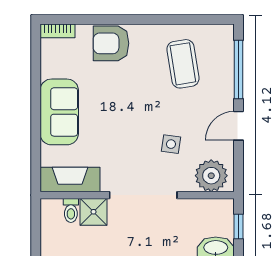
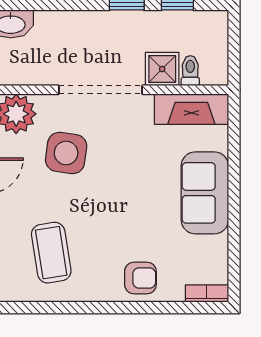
armchair: (111, 43) -> (140, 278), width x0.72, depth x0.72
side table: (171, 144) -> (66, 153), width x1.87, depth x1.87

